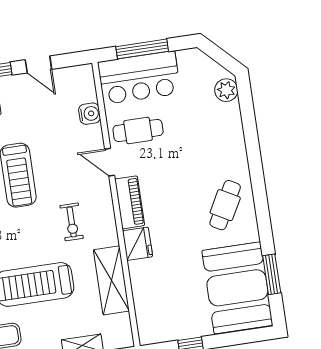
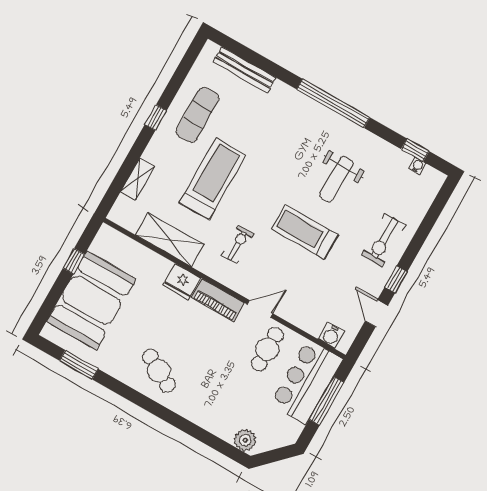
door: (38, 64) -> (377, 313), hinge flipped
water cooler: (90, 114) -> (331, 335), moved
exercise bike: (72, 222) -> (238, 245), turned 90
booth: (237, 288) -> (91, 300), moved, turned 90

